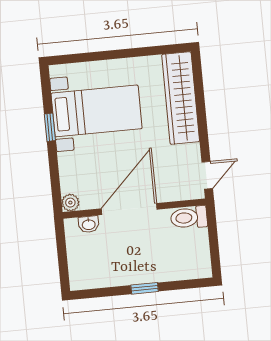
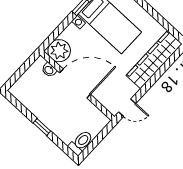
plant: (70, 203) -> (59, 51), width x1.87, depth x1.87
toilet: (189, 218) -> (81, 143), moved, turned 90

